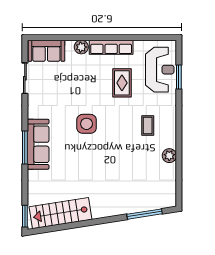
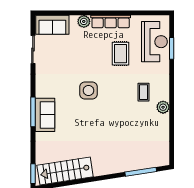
sofa: (38, 144) -> (45, 115), width x0.73
plant: (169, 156) -> (163, 107), moved

